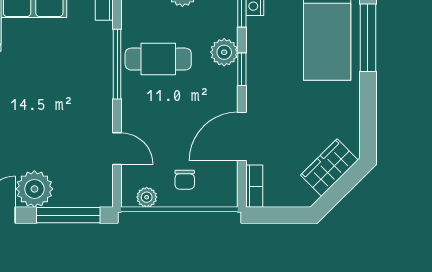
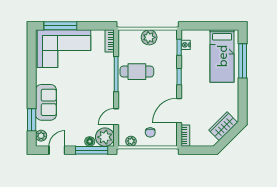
plant: (224, 52) -> (170, 68), removed
door: (117, 149) -> (116, 117), swing flipped
plant: (34, 189) -> (105, 137), moved
floor lamp: (65, 198) -> (90, 141), added

